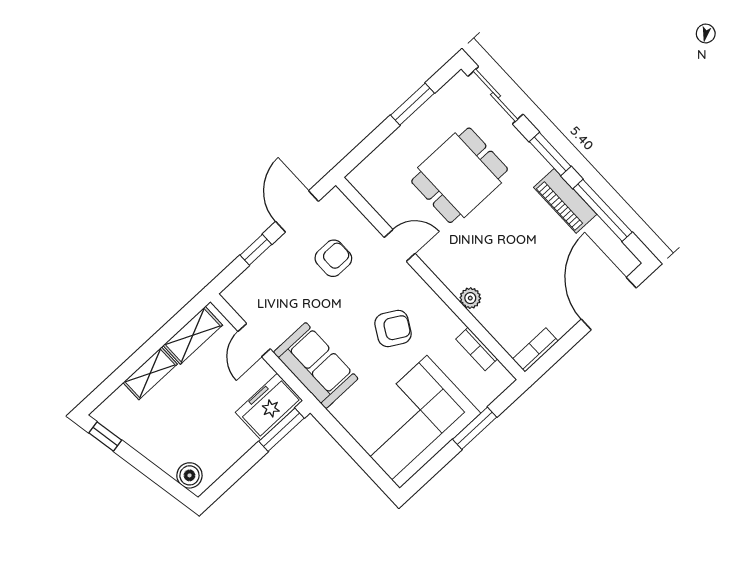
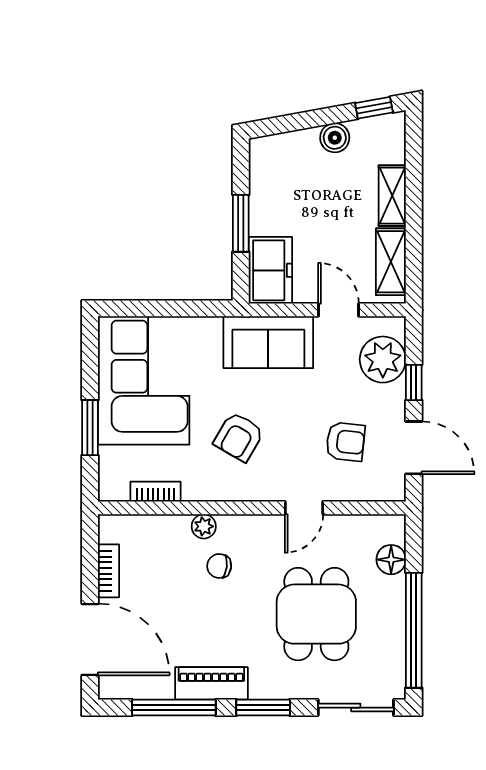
window: (413, 104) -> (414, 630), width x2.11
floor lamp: (381, 160) -> (391, 560), added
armchair: (333, 258) -> (345, 442), turned -84
chair: (486, 265) -> (219, 566), added
plant: (259, 283) -> (383, 360), added
bookcase: (535, 350) -> (108, 571), moved
window: (282, 430) -> (241, 223), moved
boiler: (189, 475) -> (335, 138), moved

